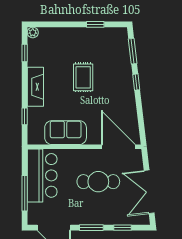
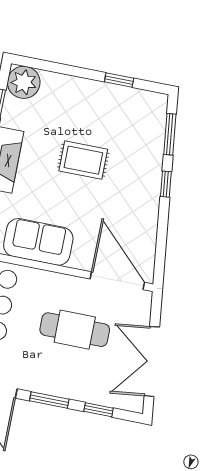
plant: (33, 32) -> (24, 82), width x1.88, depth x1.88
rug: (83, 77) -> (83, 160), turned 90

